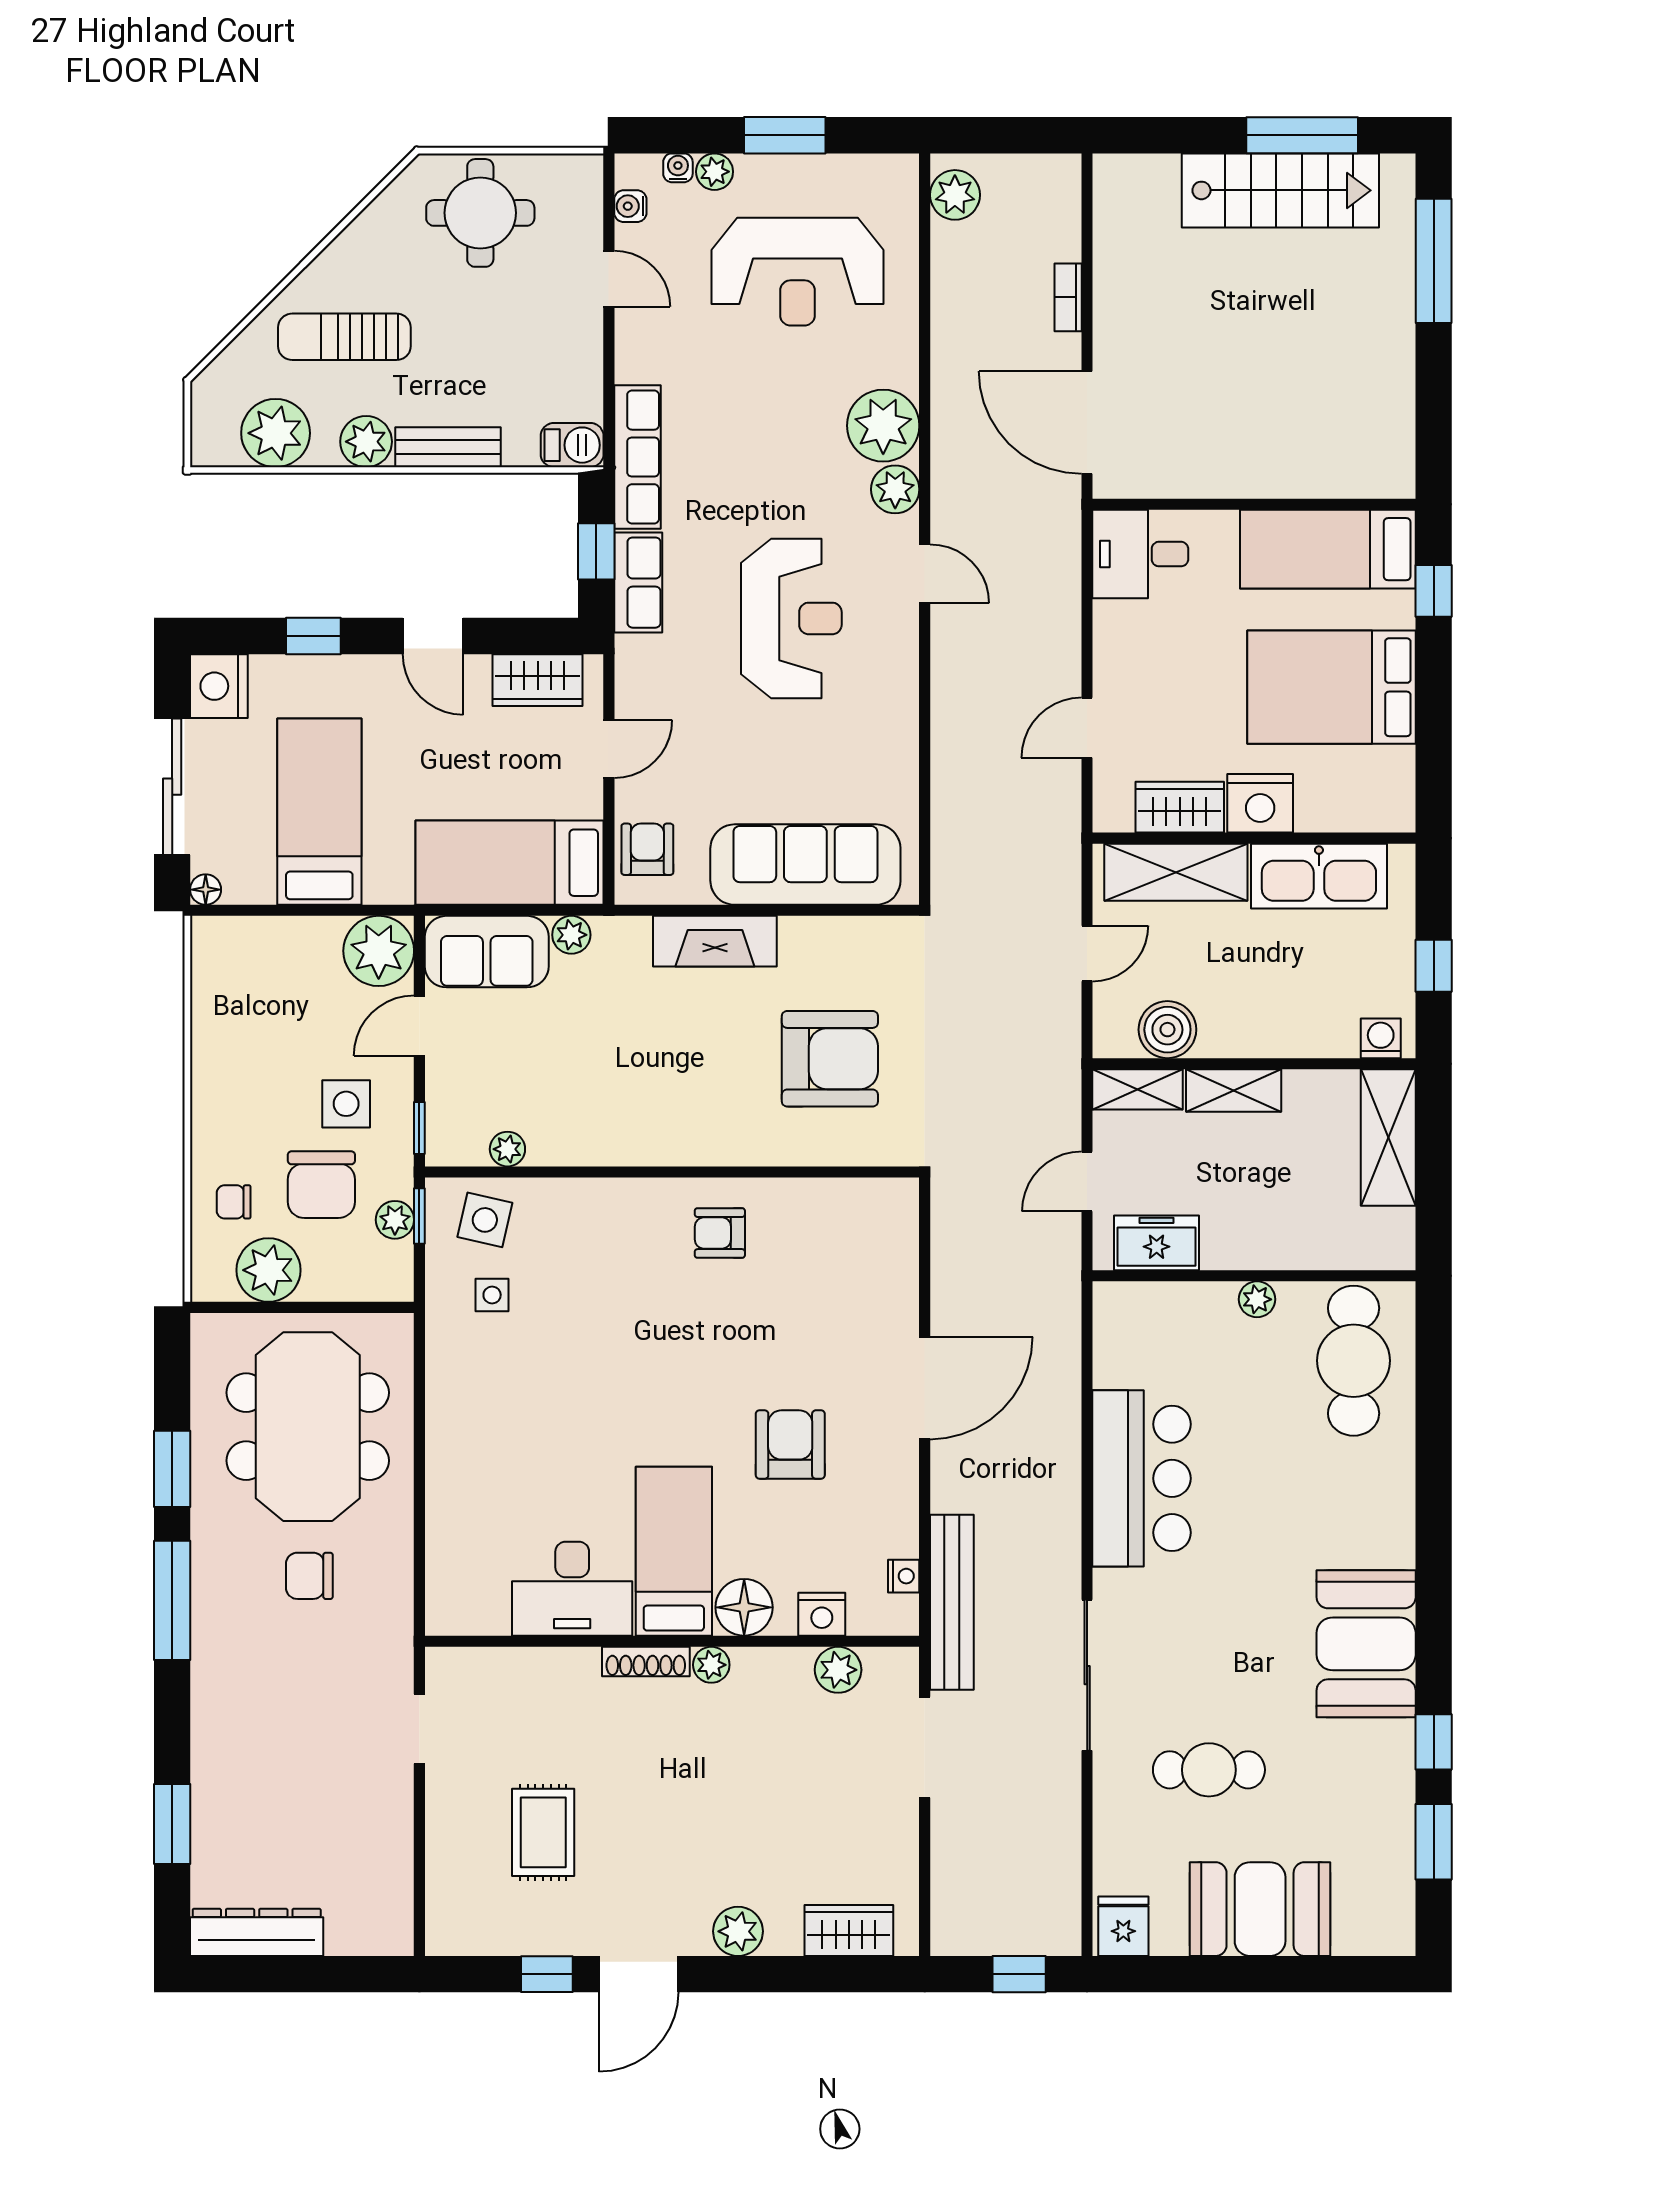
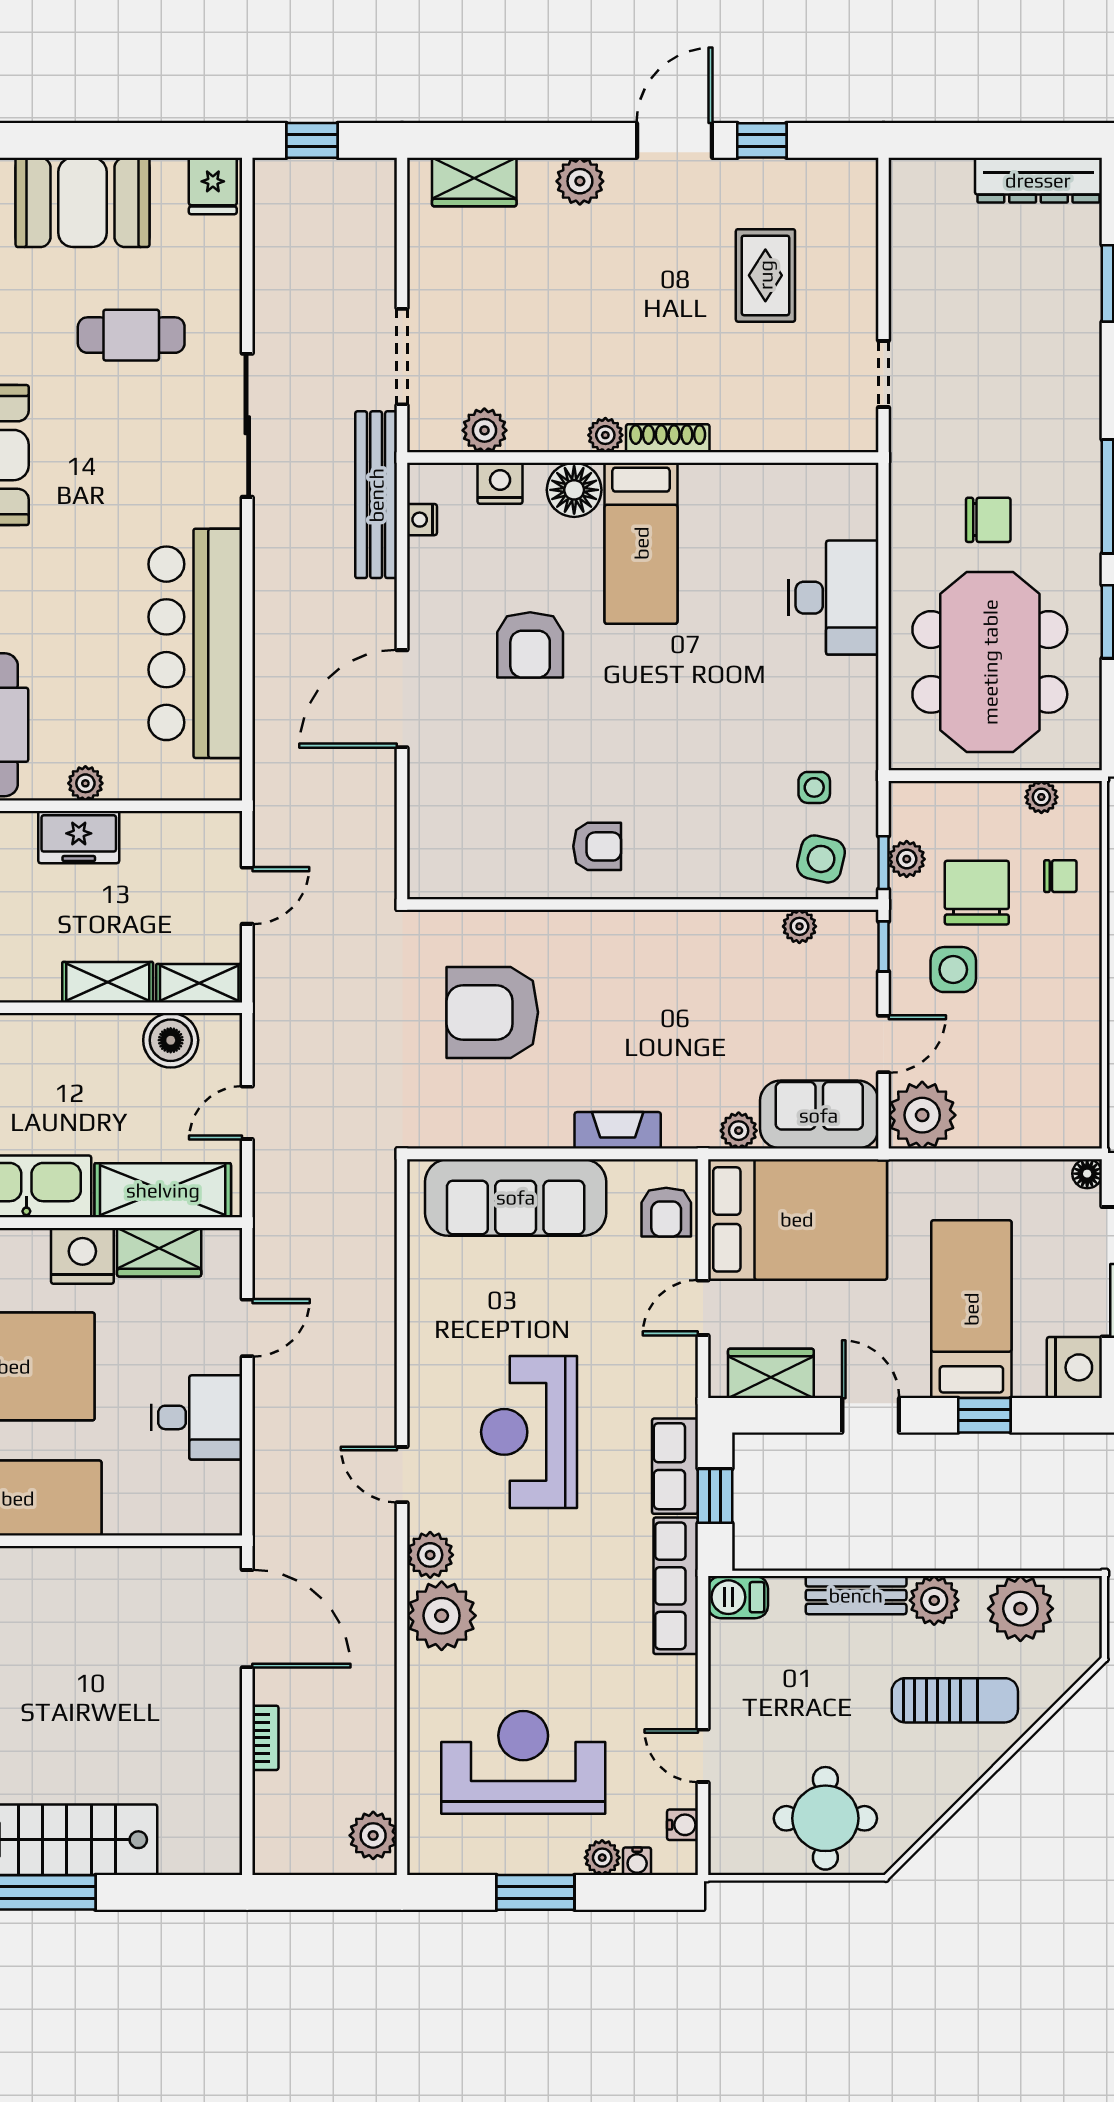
desk: (1140, 554) -> (197, 1417), moved
bed: (319, 812) -> (971, 1309), moved, turned 180
bed: (510, 863) -> (797, 1219), width x1.50
fireplace: (715, 941) -> (618, 1130), width x0.73, depth x0.76
freezer: (1157, 1243) -> (79, 837), moved
plant: (268, 1270) -> (1041, 797), width x0.53, depth x0.53
bar counter: (1142, 1478) -> (195, 643), width x1.36
desk: (572, 1589) -> (833, 598), moved, turned 90

